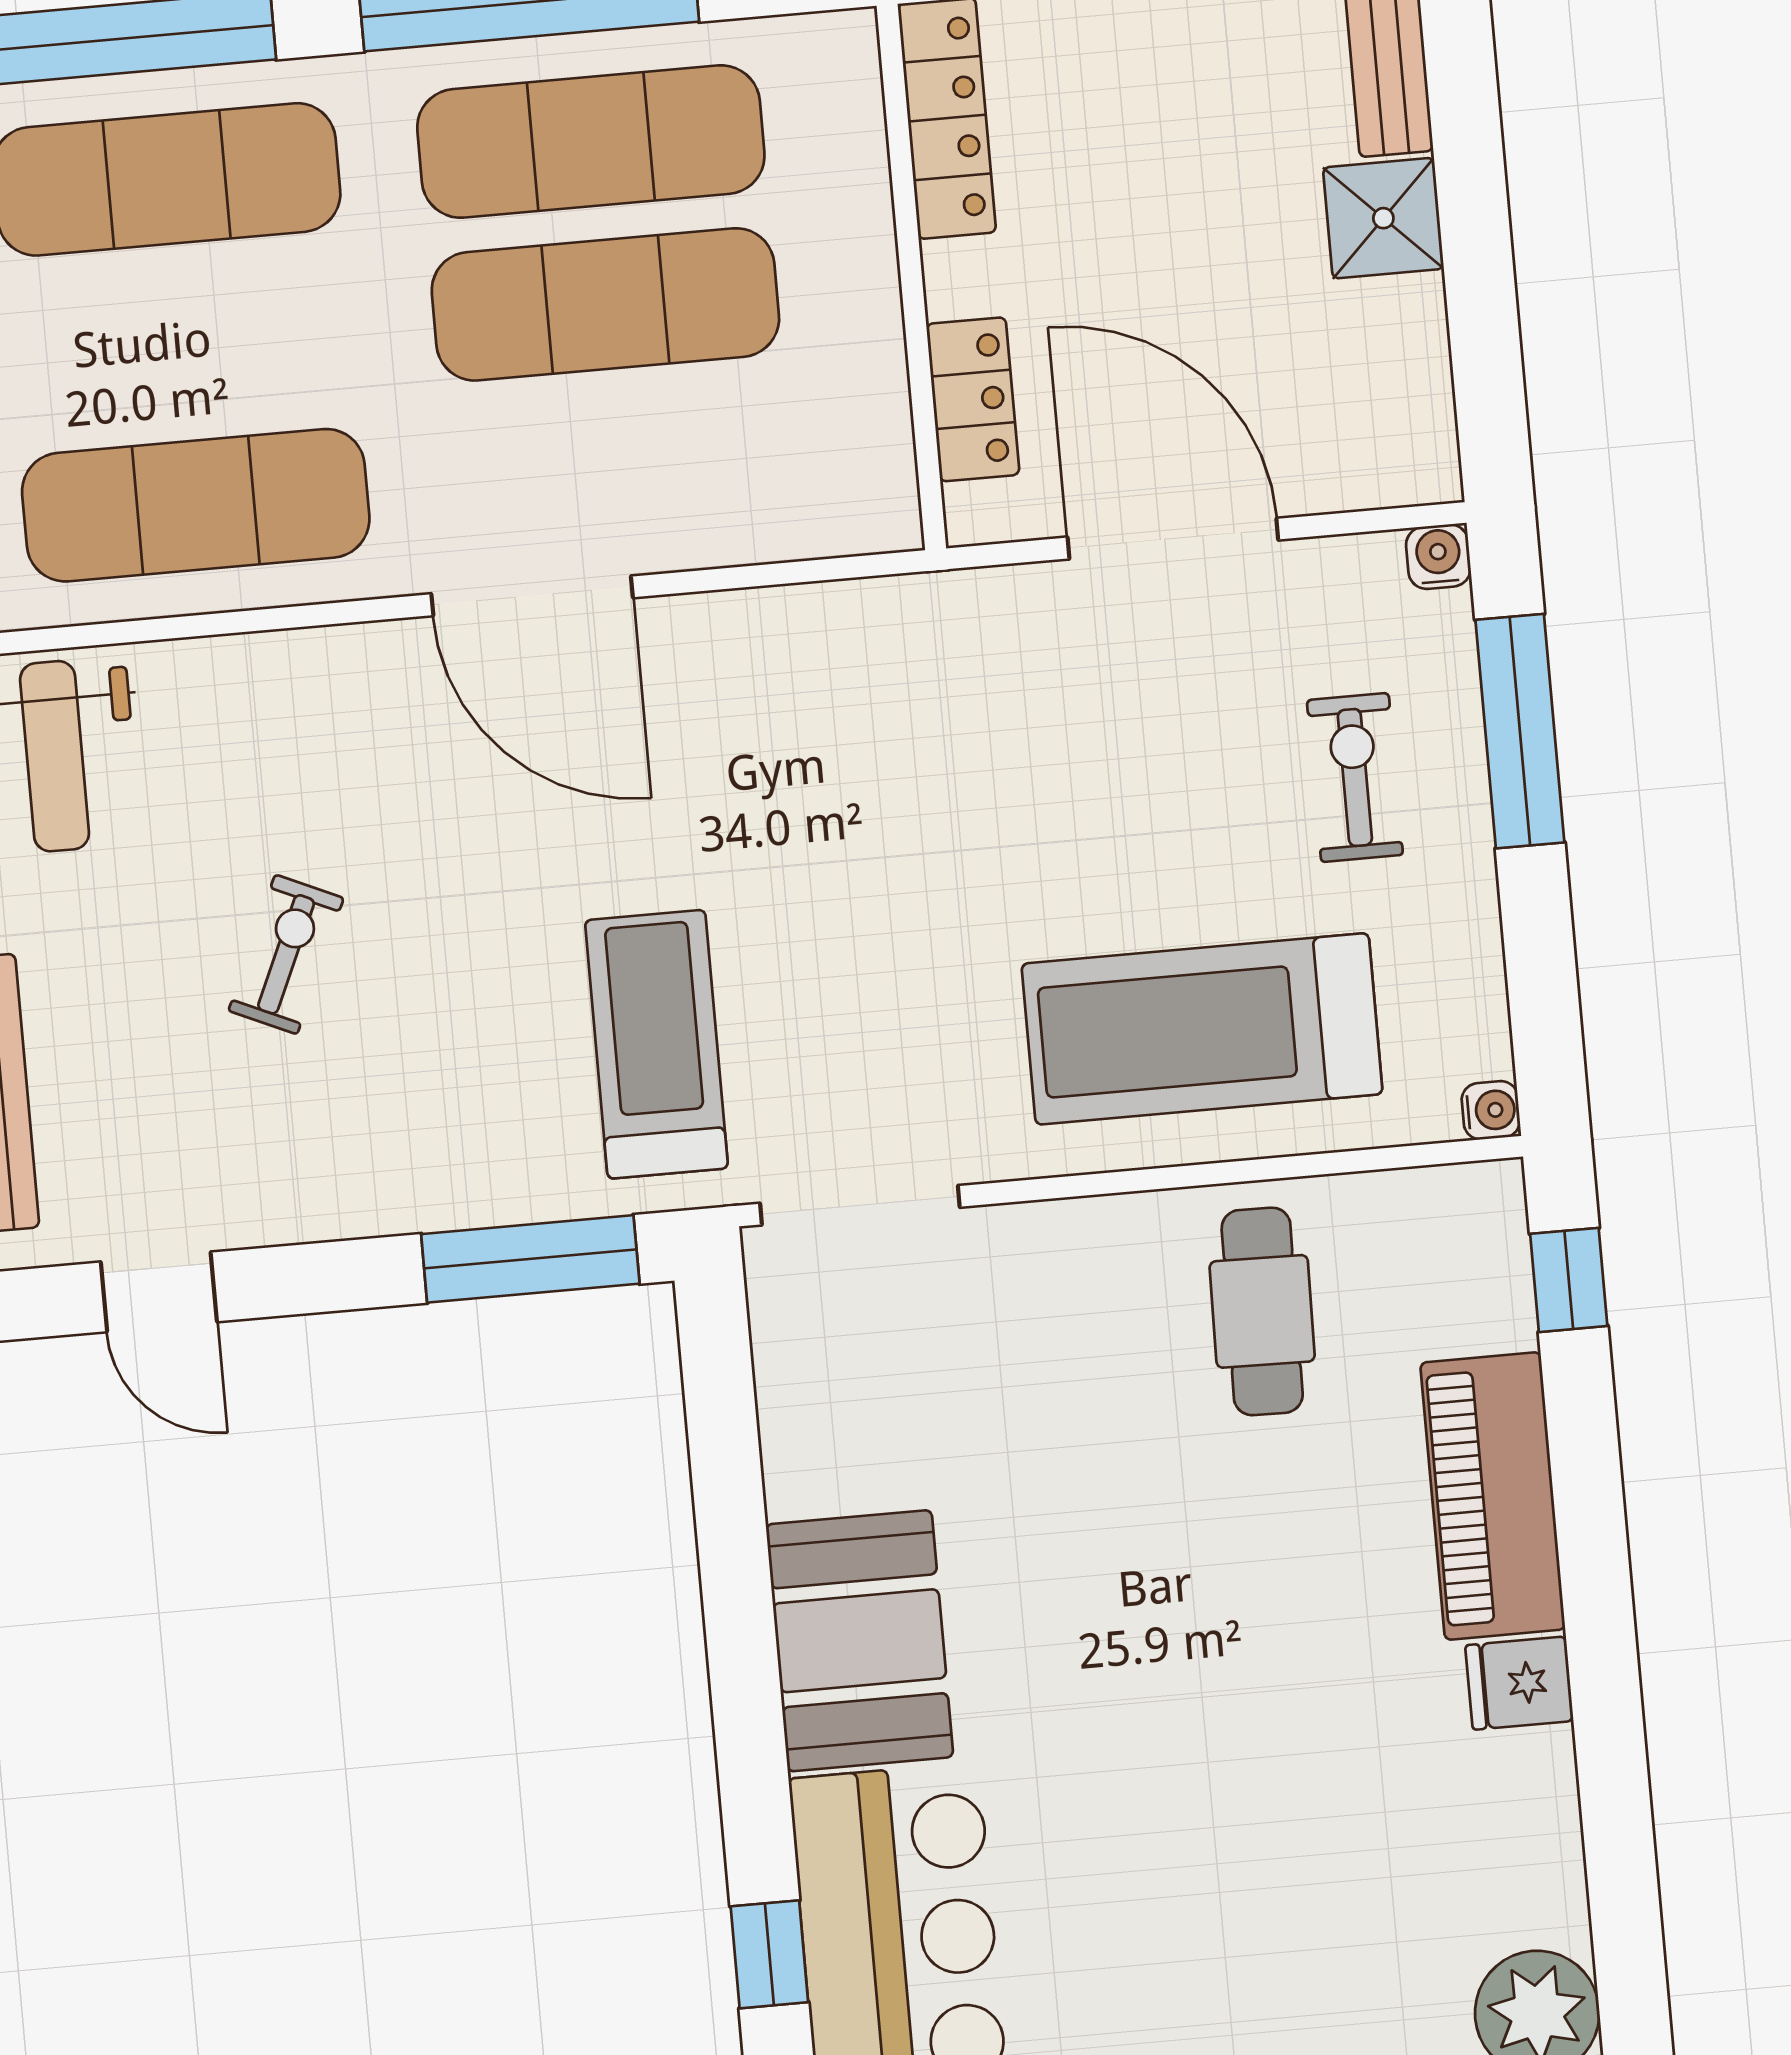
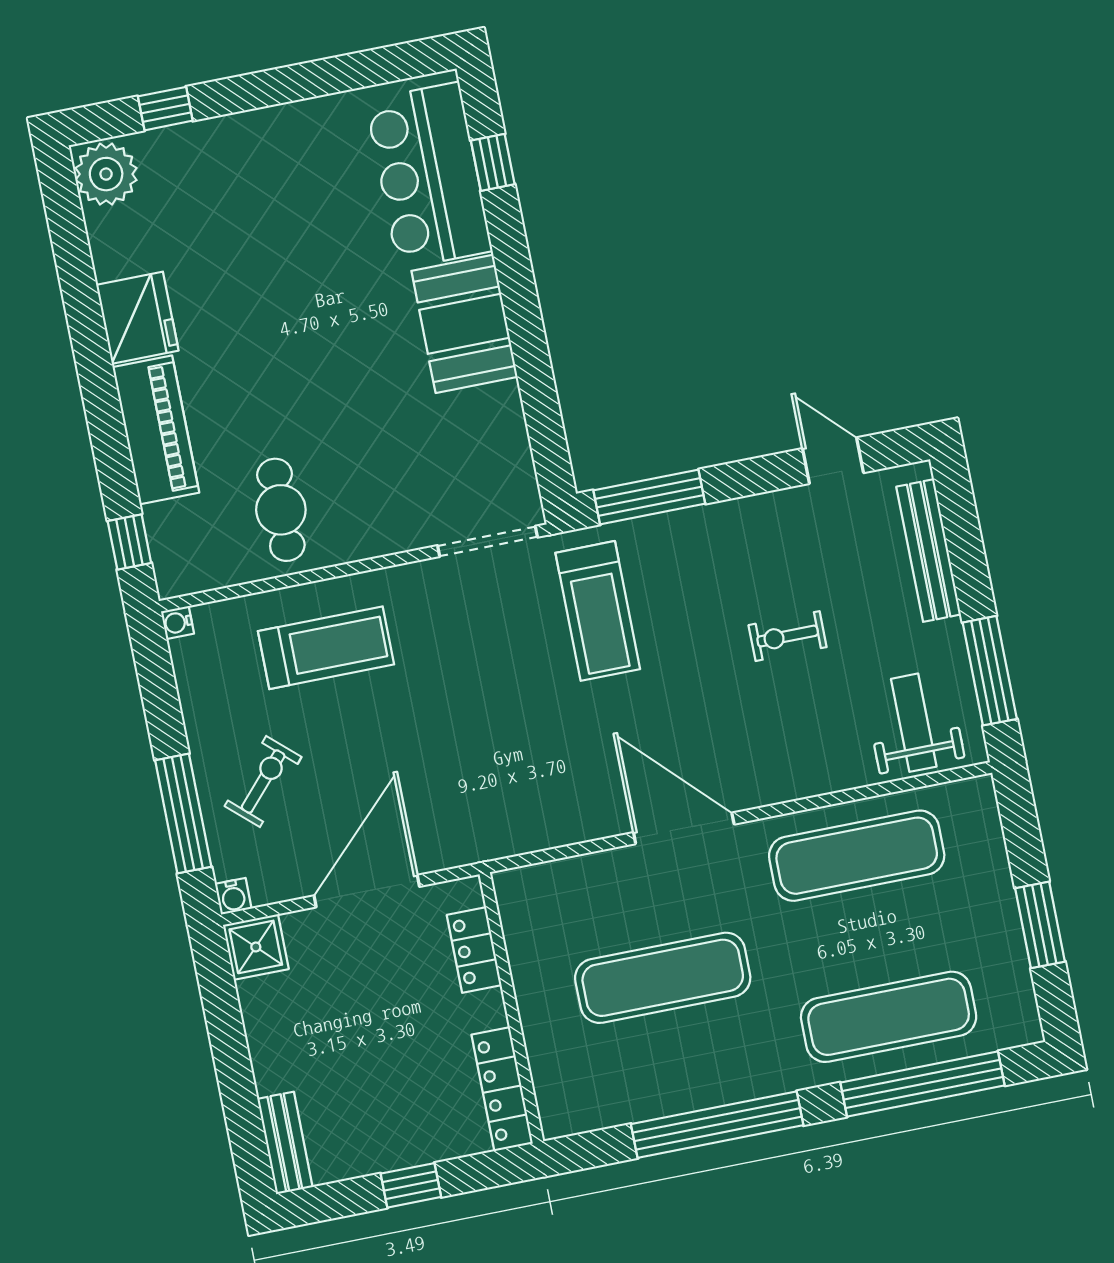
exercise mat: (591, 142) -> (679, 1058), removed
shower: (1383, 218) -> (256, 947), moved
door: (1173, 539) -> (367, 891), swing flipped
exercise bike: (1355, 777) -> (263, 782), turned -138
exercise bike: (286, 954) -> (788, 636), turned 66
treadmill: (1202, 1029) -> (326, 648), width x0.73, depth x0.73
fridge: (1519, 1683) -> (137, 318), width x1.88, depth x1.34

